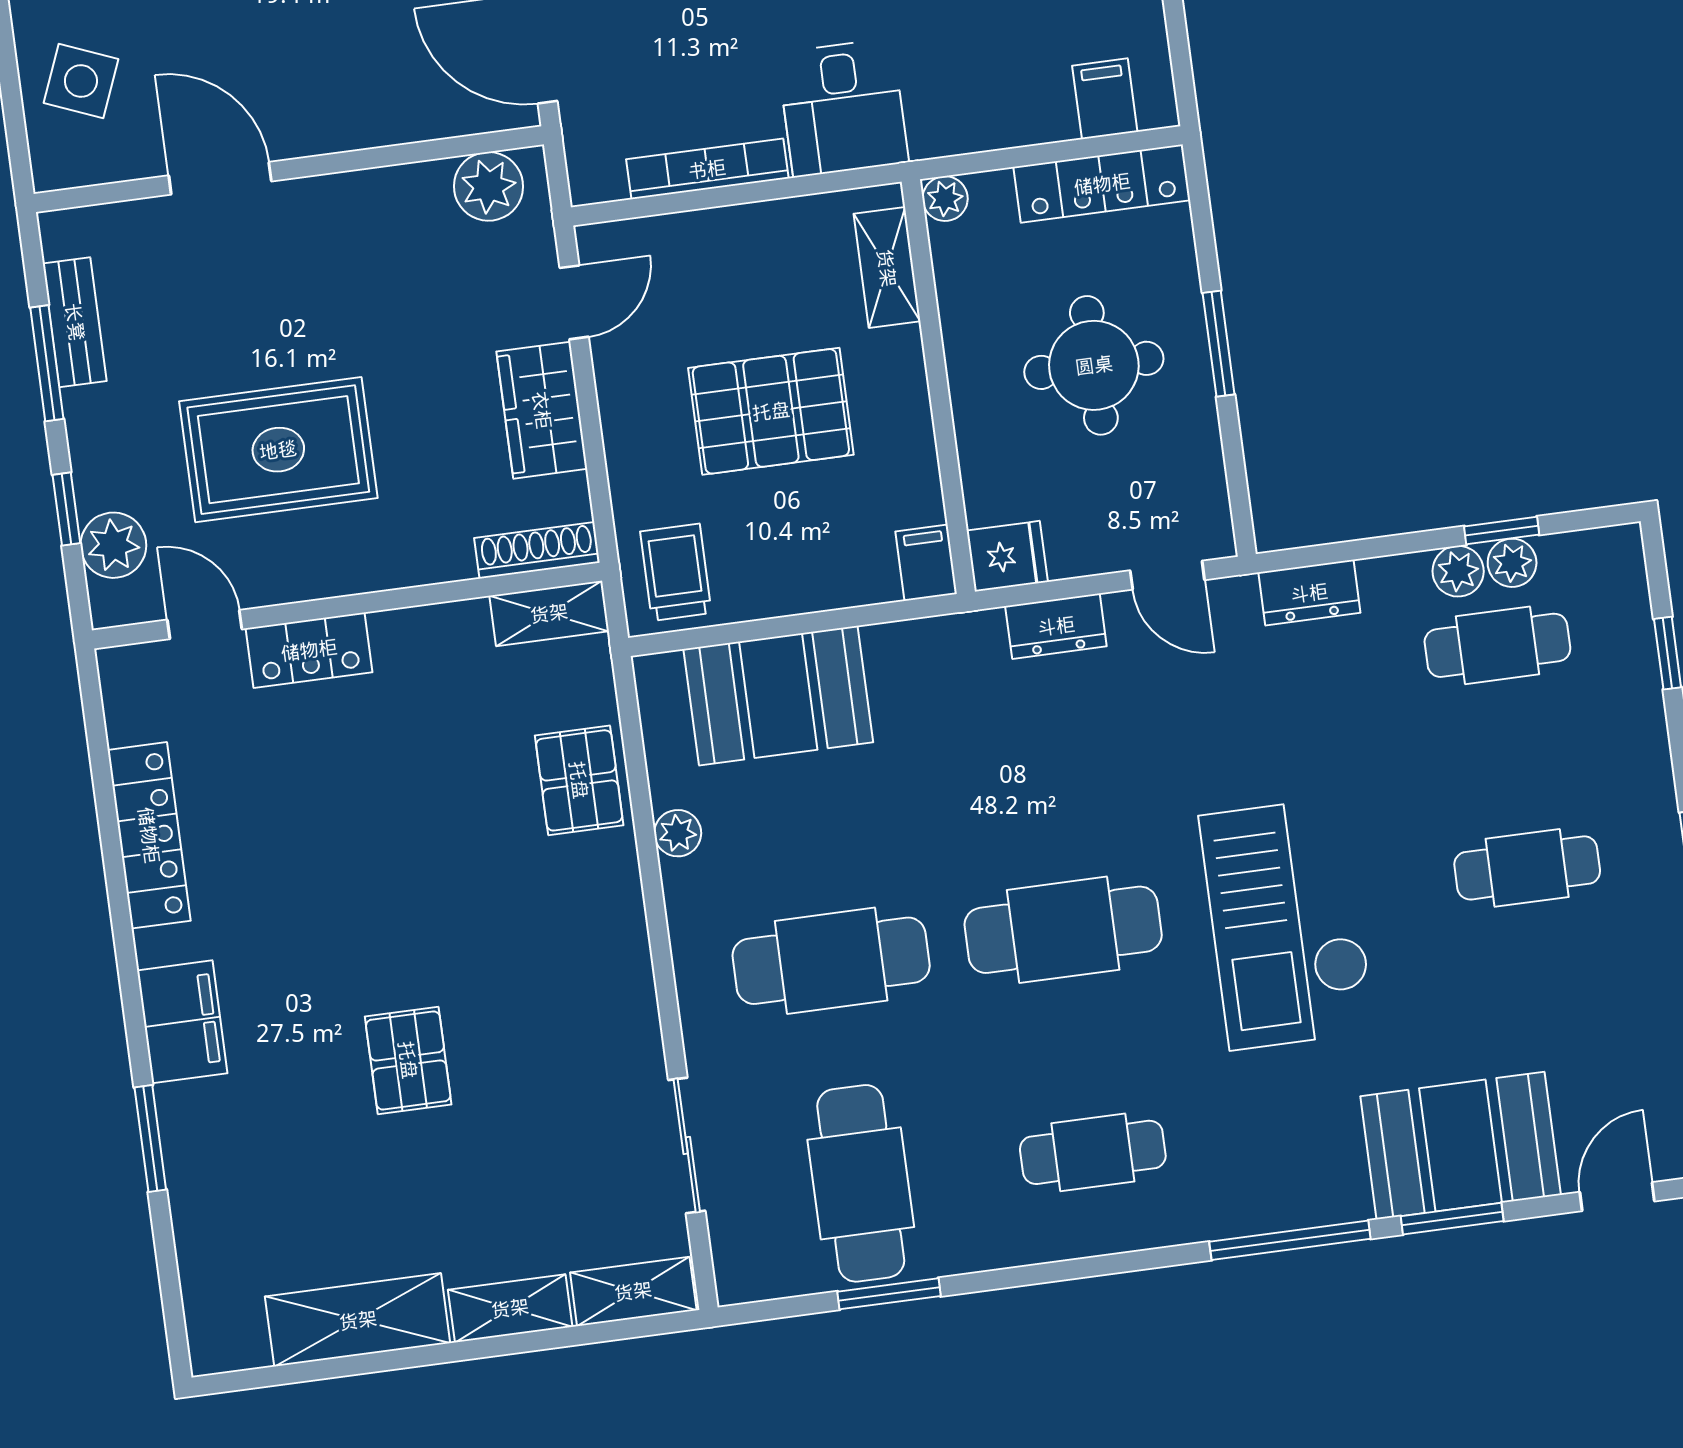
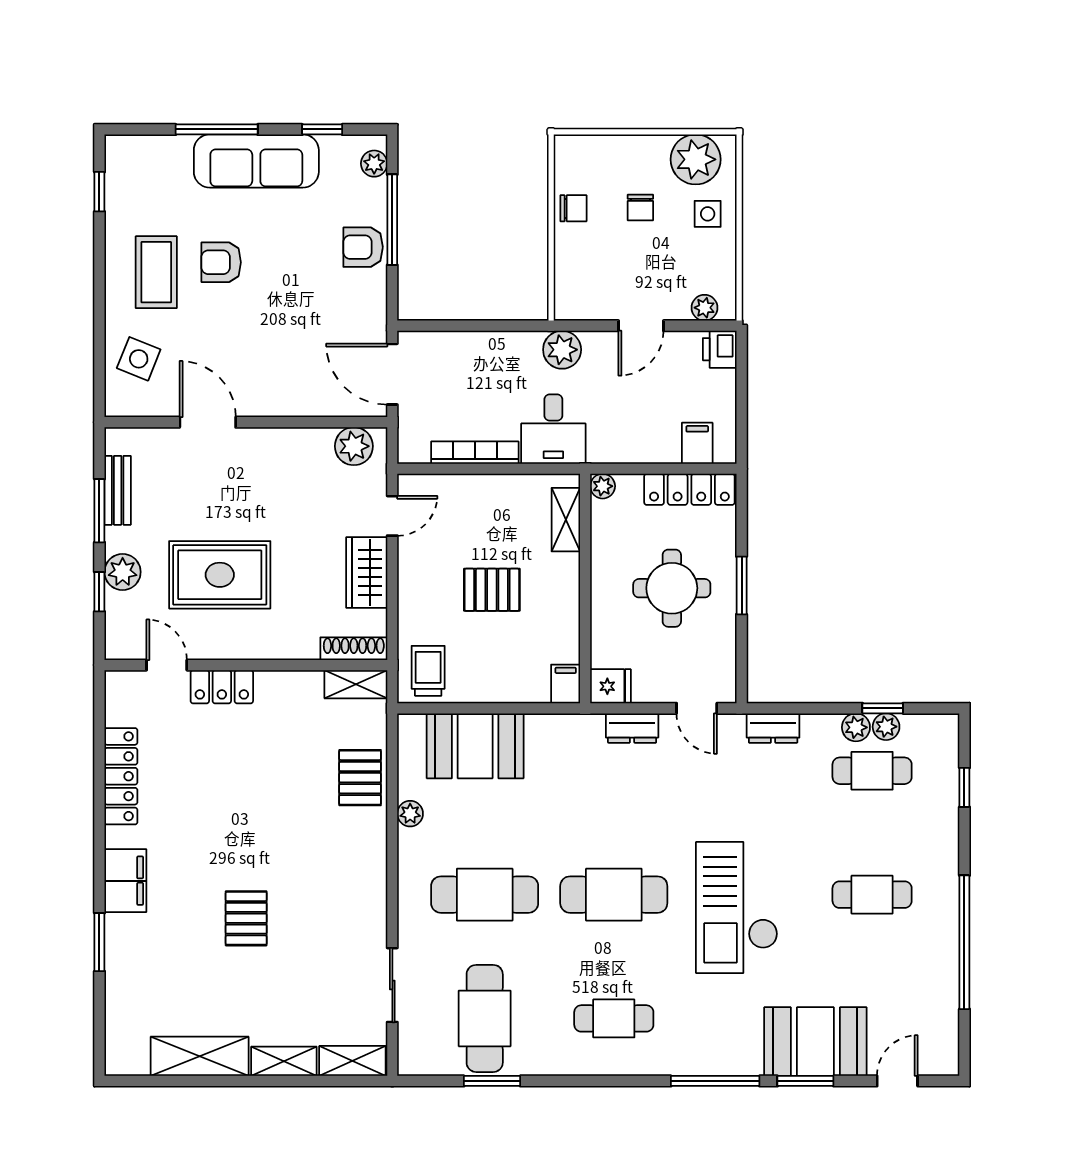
pallet: (771, 411) -> (492, 590), width x0.67, depth x0.71
plant: (113, 545) -> (123, 572), moved

